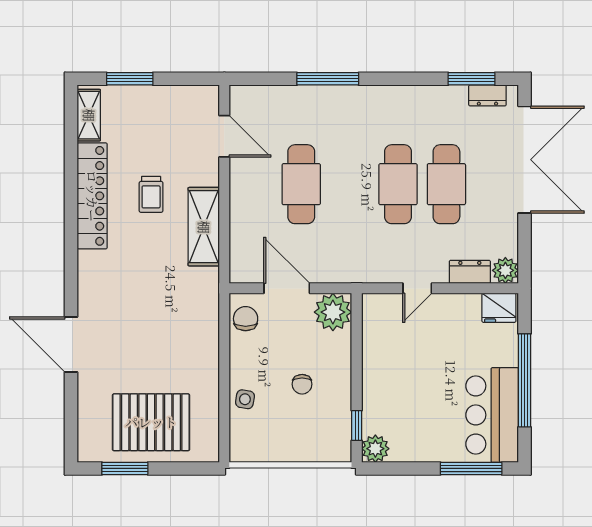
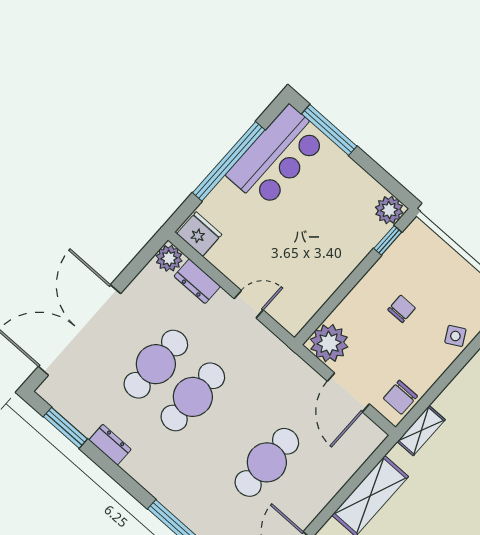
dresser: (487, 95) -> (110, 445), moved
shelving: (209, 308) -> (421, 431), added
side table: (245, 399) -> (455, 336), turned -38

